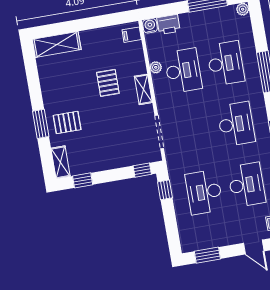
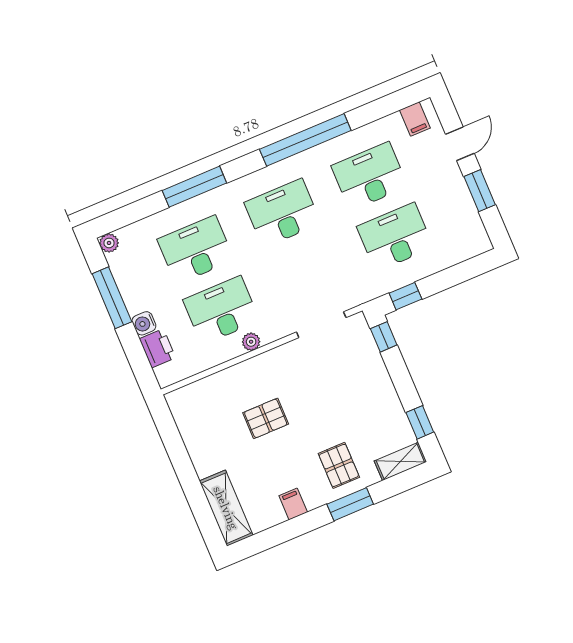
water cooler: (150, 26) -> (144, 323), moved
filing cabinet: (132, 35) -> (293, 504), moved, turned 180
plant: (156, 67) -> (251, 342), moved
shelving: (143, 89) -> (263, 363), removed
desk: (204, 192) -> (395, 237), turned 180
window: (207, 255) -> (480, 191), moved

